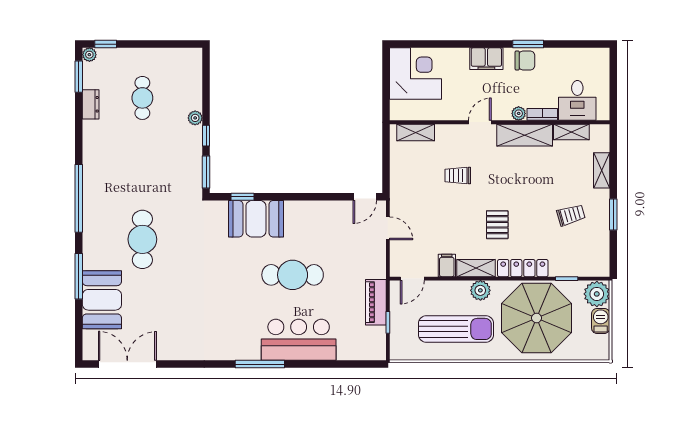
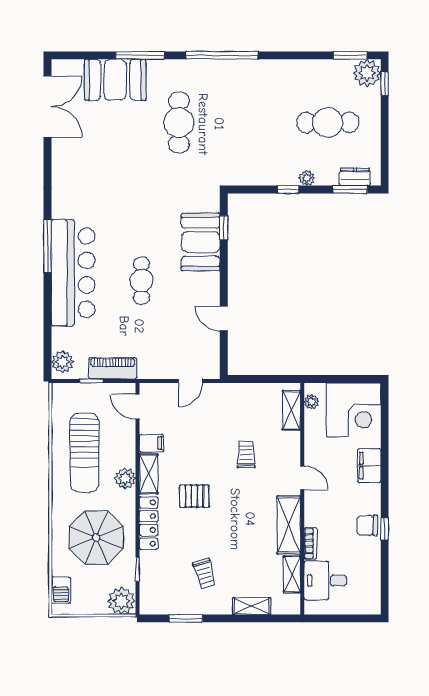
window: (528, 44) -> (385, 529), width x0.67
plant: (89, 55) -> (367, 73), width x1.88, depth x1.88
filing cabinet: (486, 59) -> (369, 466), moved
chair: (525, 61) -> (367, 525), turned 90
cafe table: (142, 98) -> (328, 122), width x1.37, depth x1.35
dresser: (91, 104) -> (355, 177), moved, turned 180
plant: (519, 113) -> (312, 402), moved
window: (206, 172) -> (350, 189), moved
door: (365, 197) -> (224, 319), moved
window: (613, 215) -> (186, 618), moved
cafe table: (142, 239) -> (179, 122), turned 90
cafe table: (293, 275) -> (141, 281), width x0.73, depth x0.74
parasol: (537, 318) -> (96, 538), width x0.73, depth x0.73
barbecue: (601, 321) -> (61, 590), moved, turned 90
bar counter: (299, 340) -> (73, 273), width x1.36
plant: (370, 350) -> (63, 362), added

